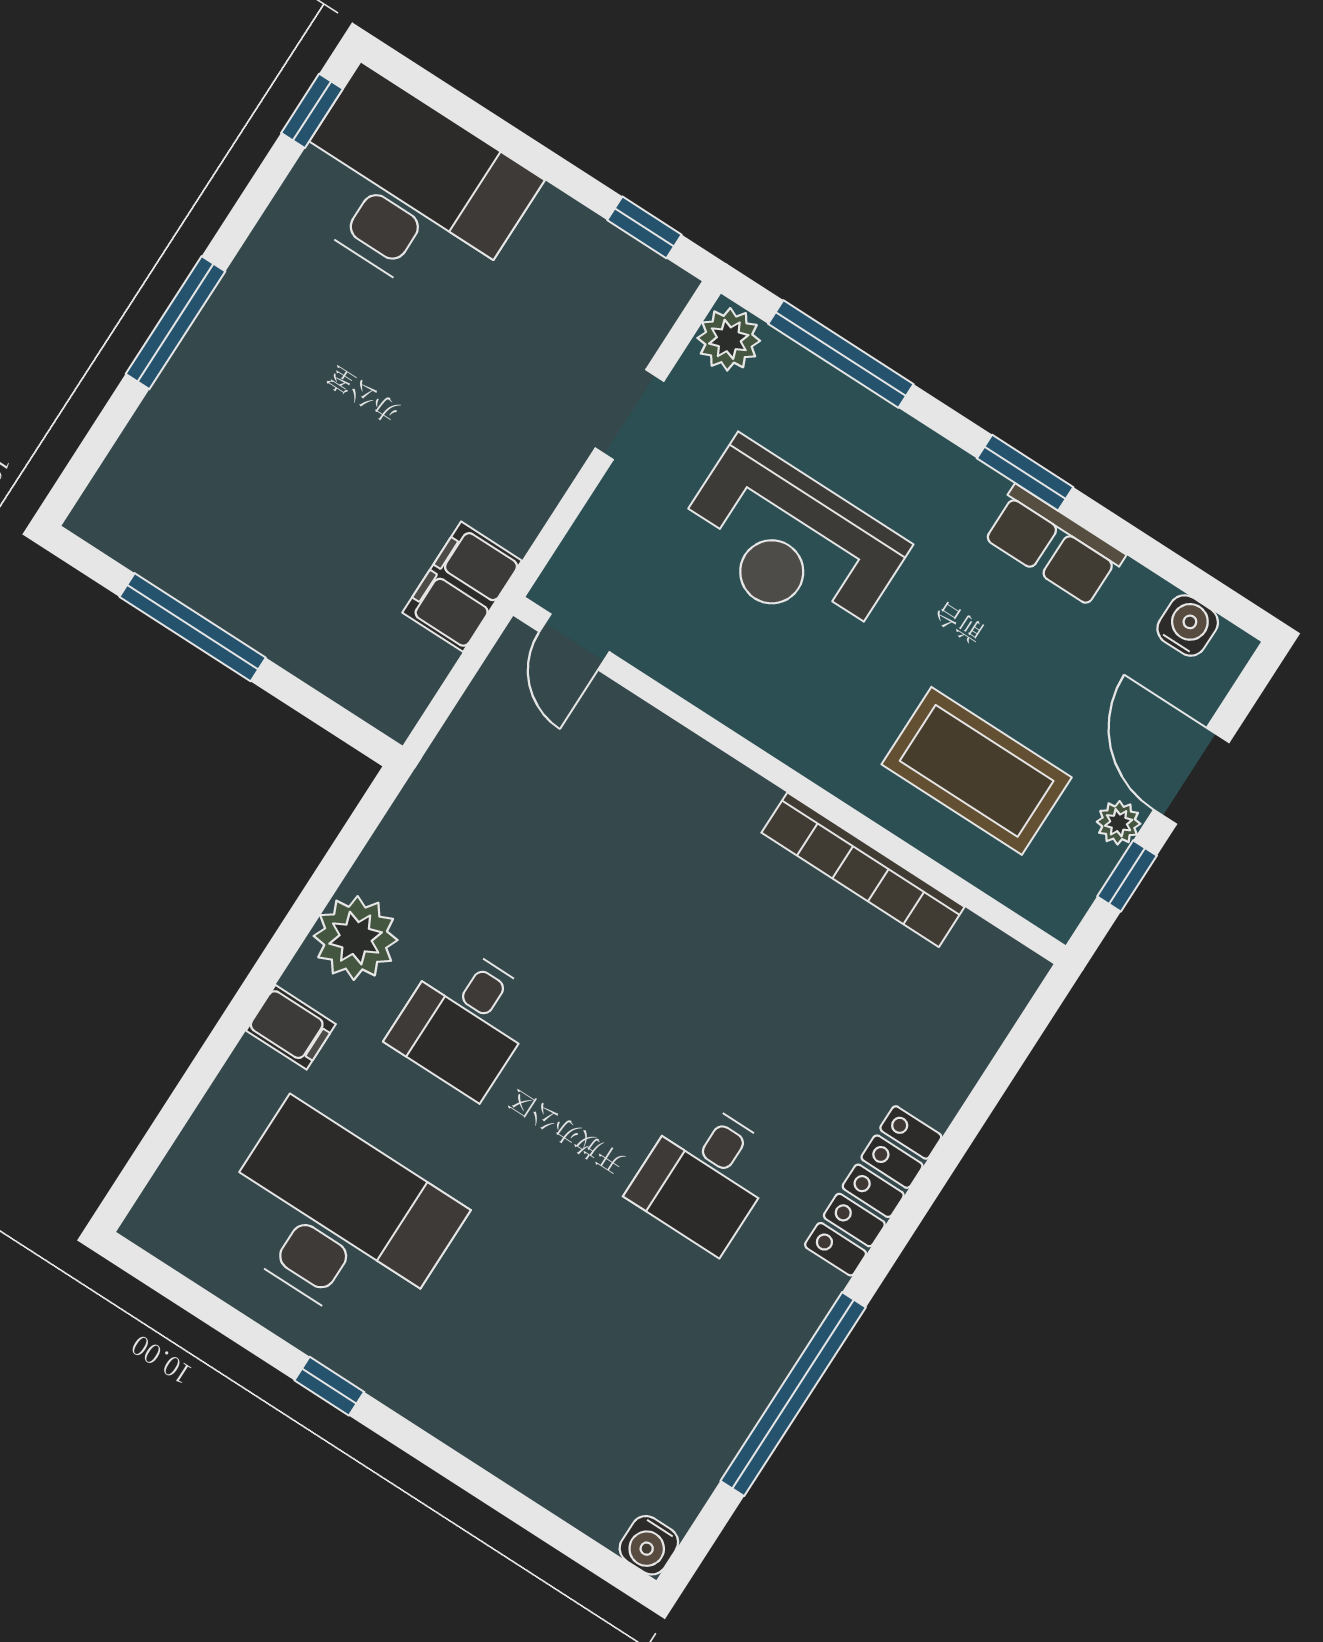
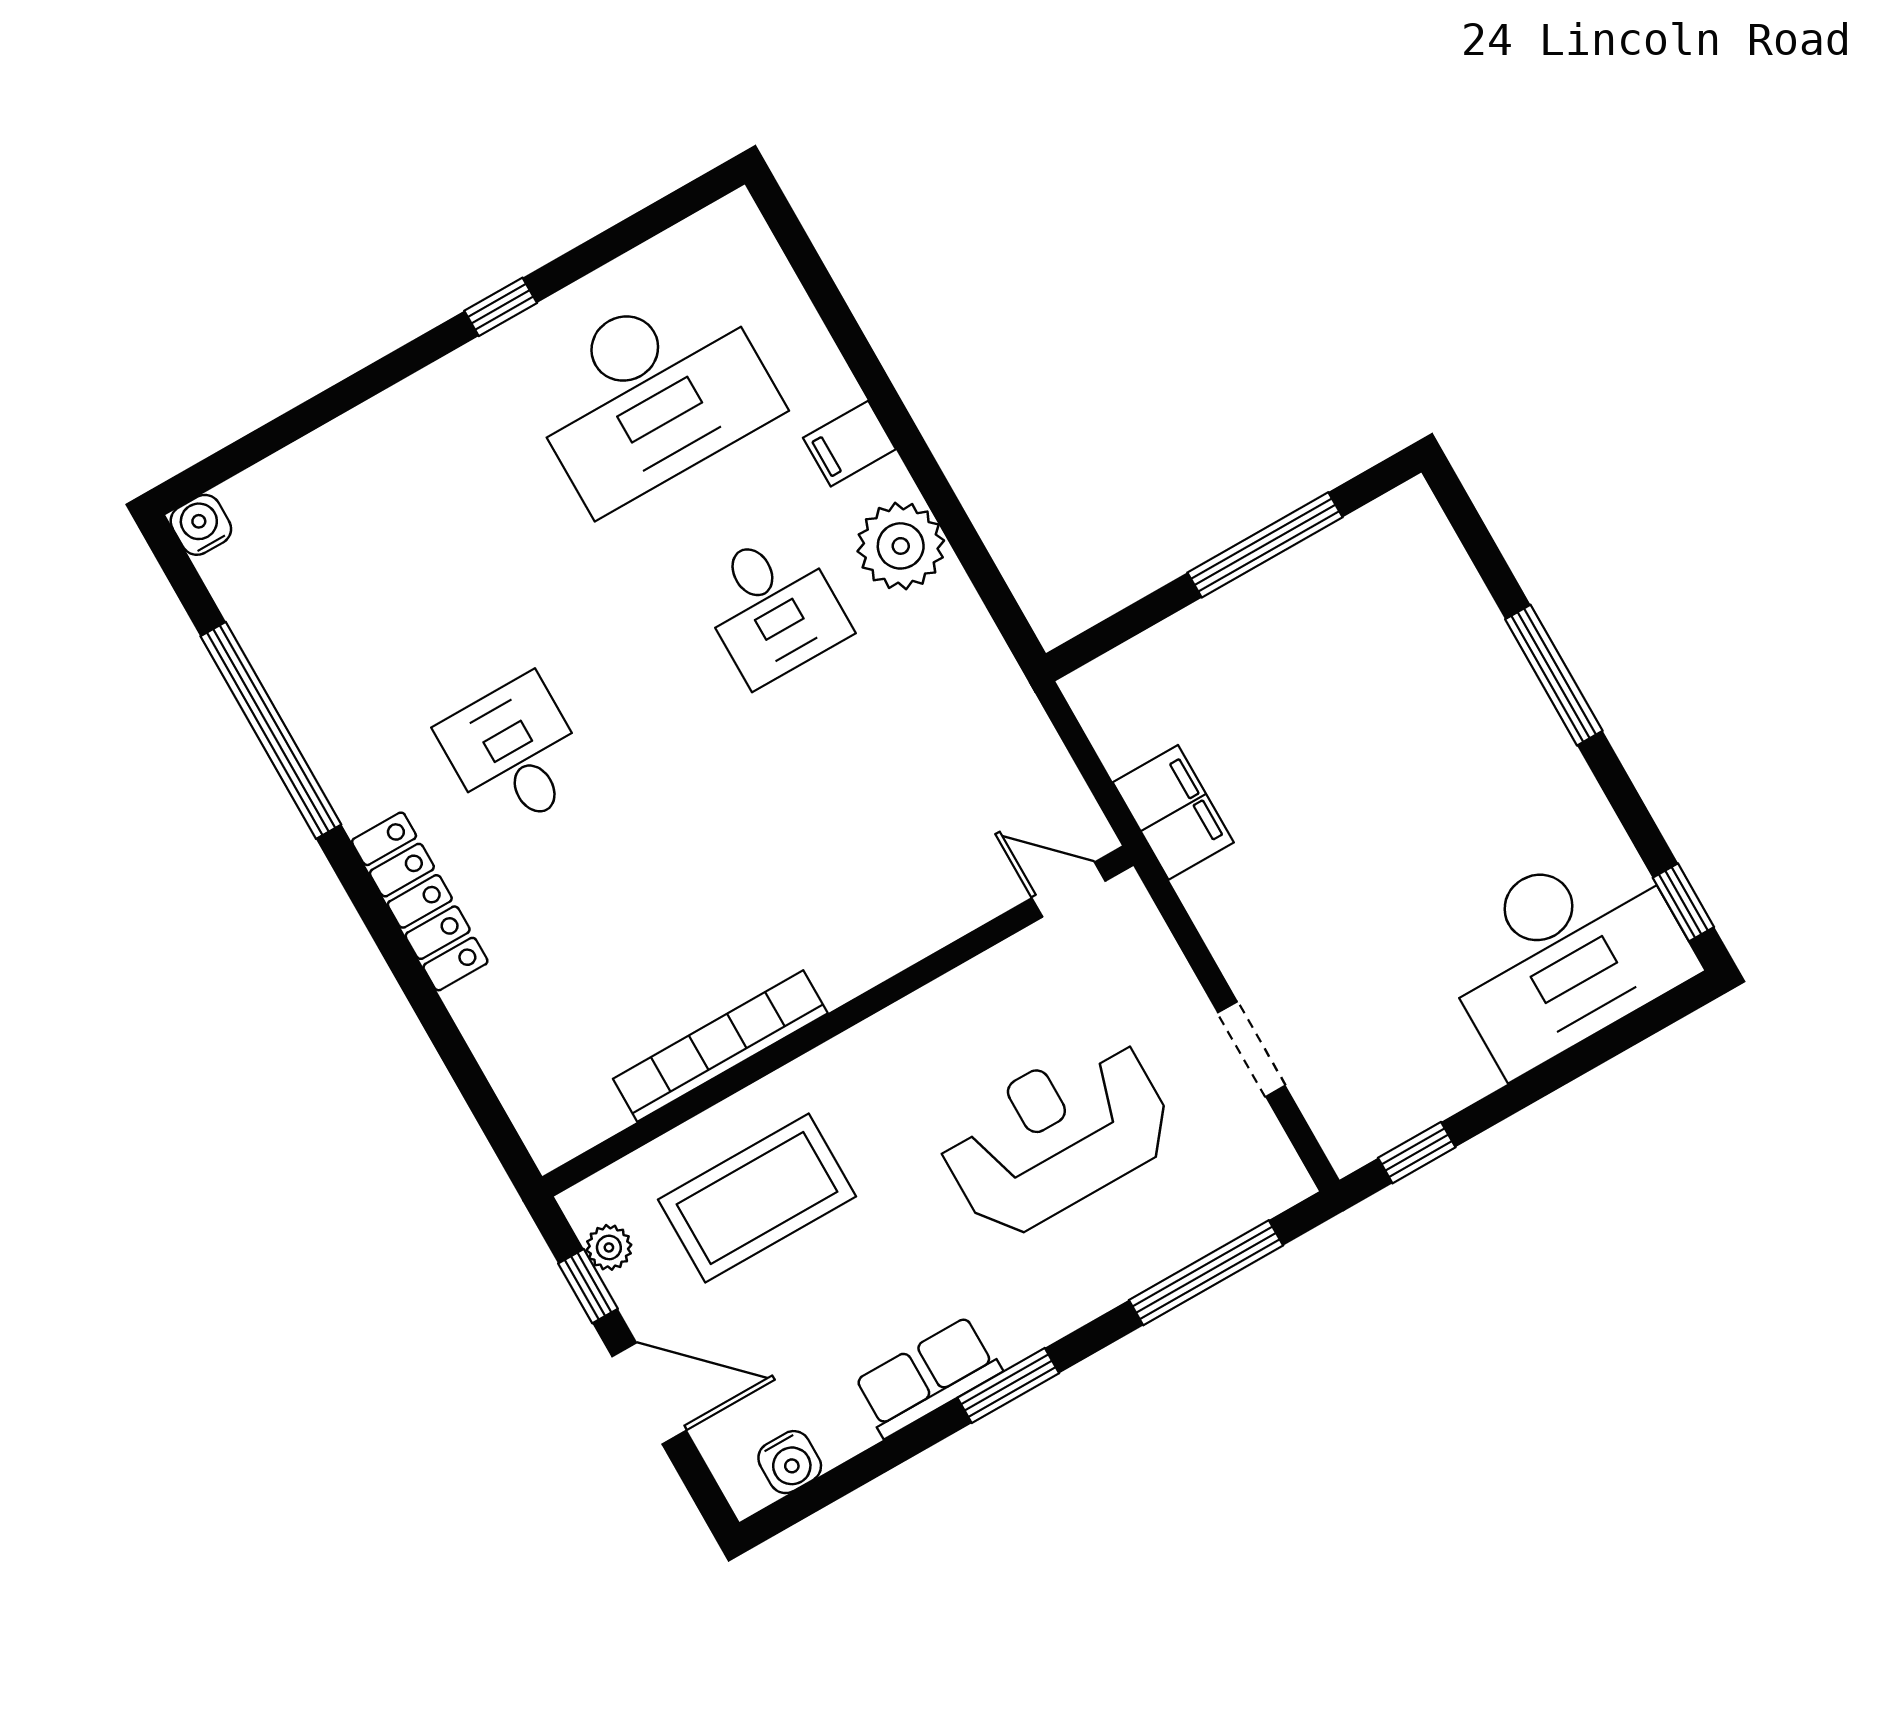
plant: (729, 339) -> (1273, 1177), removed
plant: (1119, 823) -> (609, 1247), moved
desk: (465, 1021) -> (772, 607), turned 180

